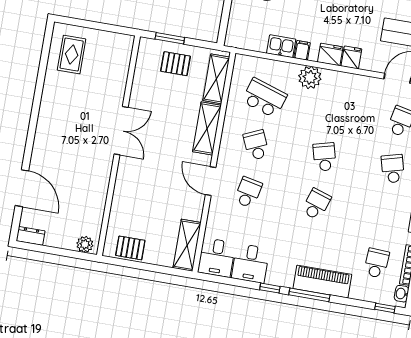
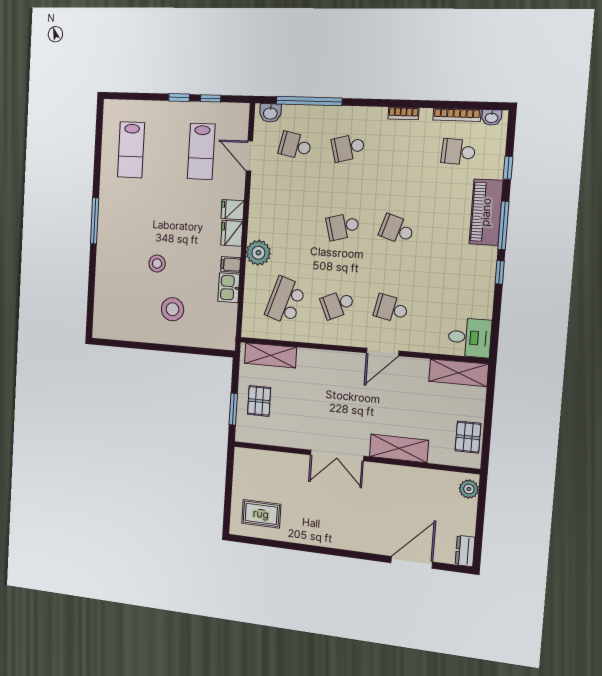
shelving: (207, 128) -> (399, 448), moved
double door: (121, 131) -> (337, 456), swing flipped
desk: (250, 263) -> (473, 298), removed
window: (385, 308) -> (508, 168), moved

